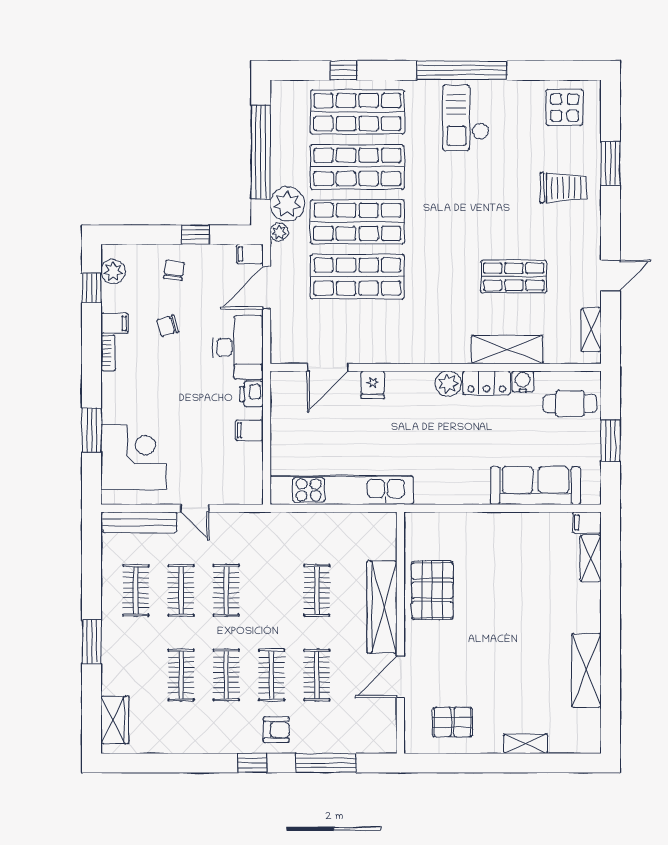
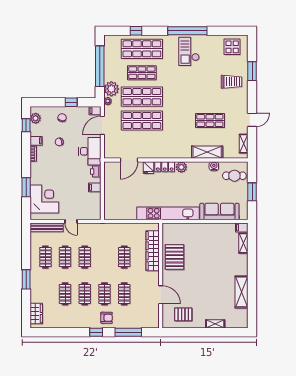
shop shelf: (357, 167) -> (142, 73), width x0.70, depth x0.74
locker: (487, 383) -> (165, 167), moved
kitchen unit: (342, 490) -> (168, 213), moved
wardrobe: (382, 607) -> (153, 251), moved
door: (400, 677) -> (161, 295), swing flipped

